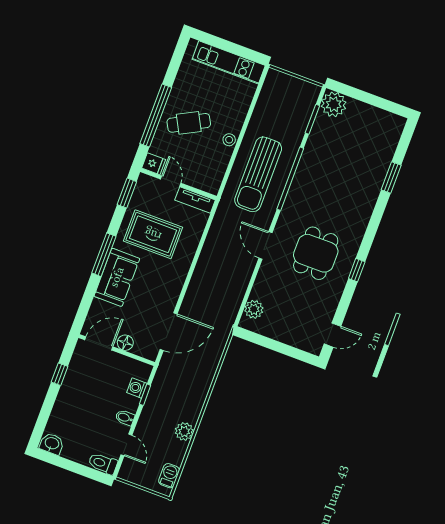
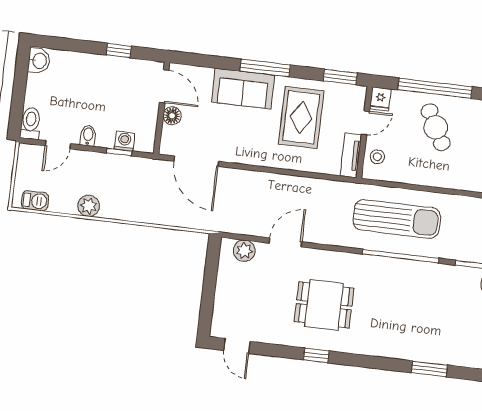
stool: (229, 140) -> (377, 157), moved
sun lounger: (258, 174) -> (397, 219), turned 180
door: (265, 245) -> (285, 242), moved

